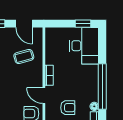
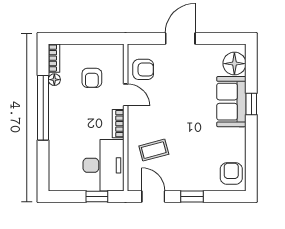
window: (83, 24) -> (97, 197), moved
desk: (84, 46) -> (103, 165), moved, turned 180
armchair: (68, 108) -> (92, 78), turned -90

